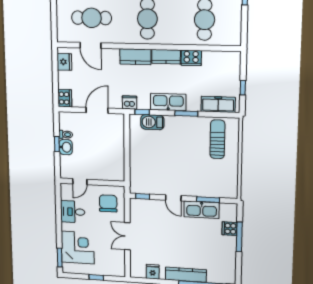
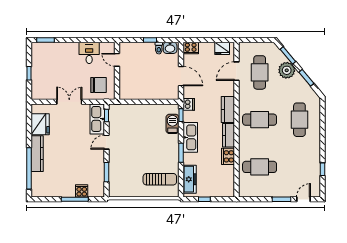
washbasin: (66, 147) -> (170, 48), moved
kitchen sink: (202, 210) -> (97, 119), moved
corner desk: (78, 248) -> (56, 57), removed
fridge: (153, 272) -> (40, 124), width x1.88, depth x1.34

